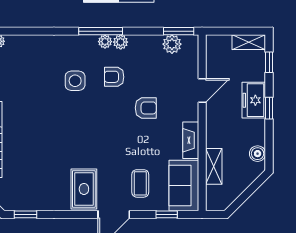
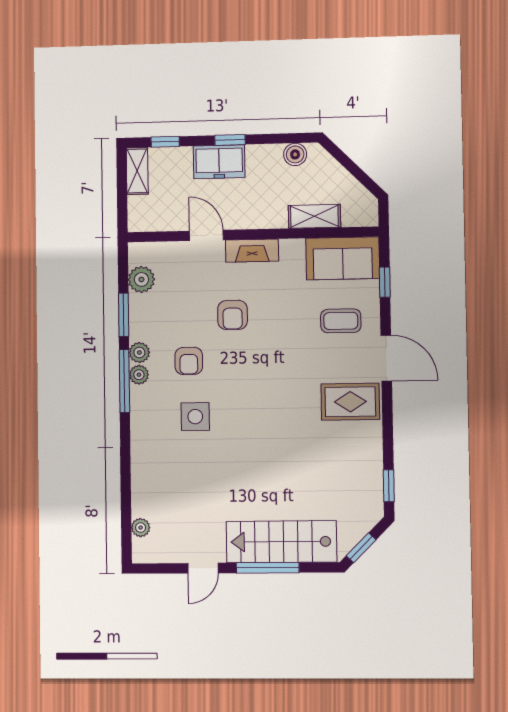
window: (179, 31) -> (124, 315), moved
armchair: (146, 108) -> (233, 315), turned 180
fireplace: (191, 140) -> (252, 251), moved

